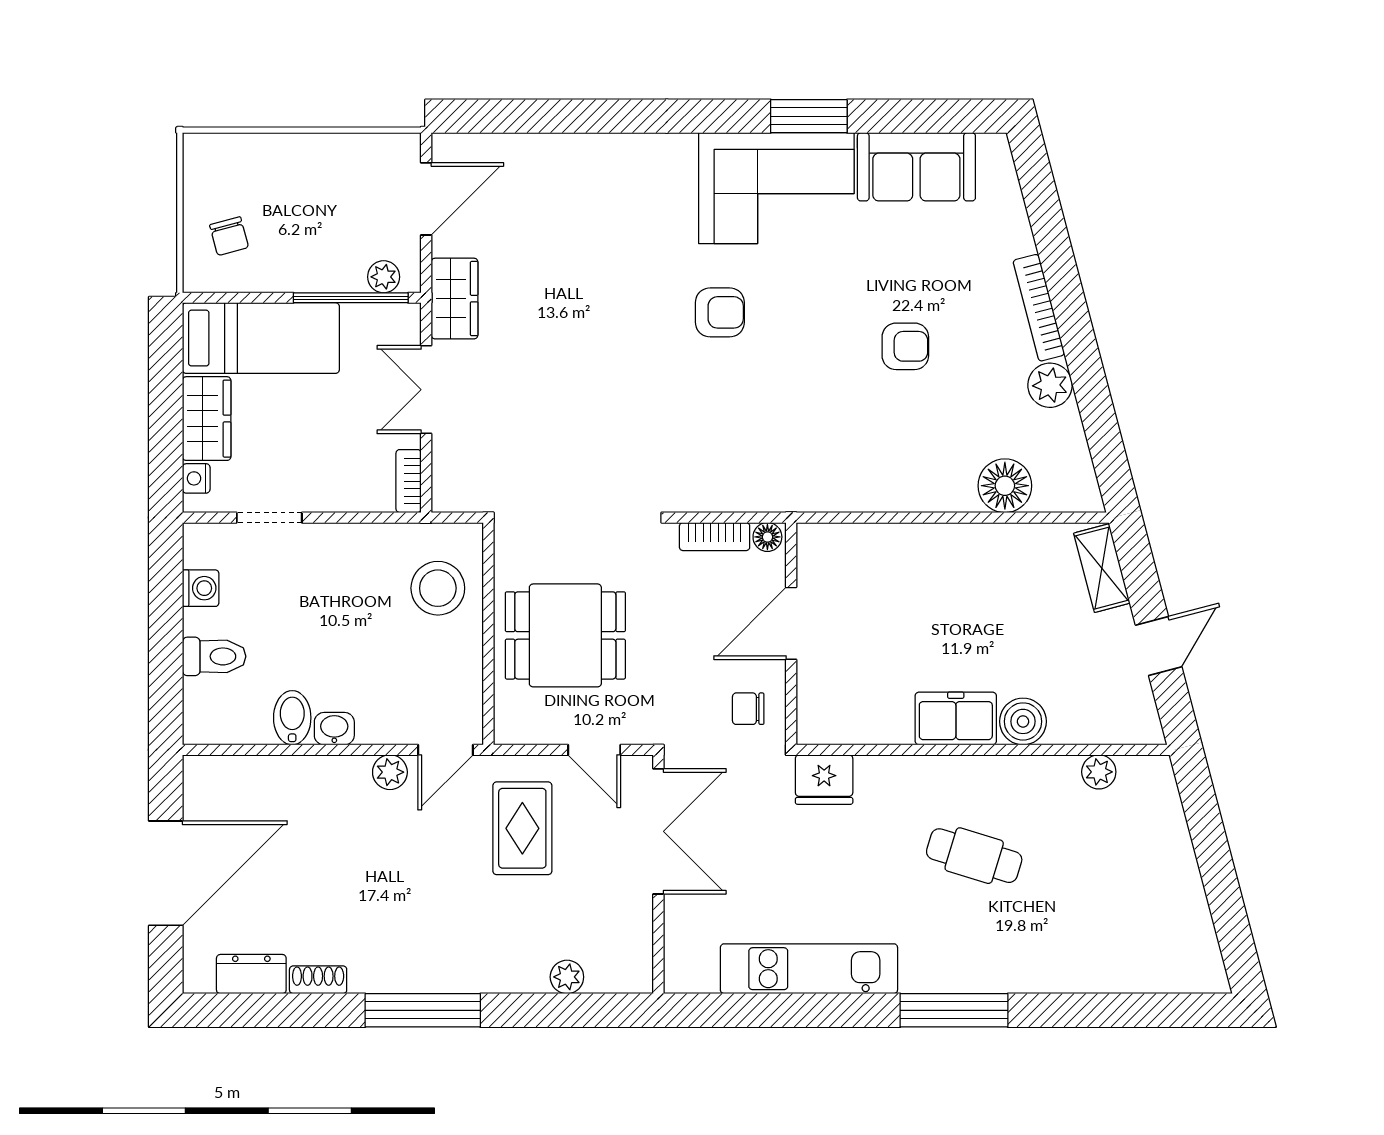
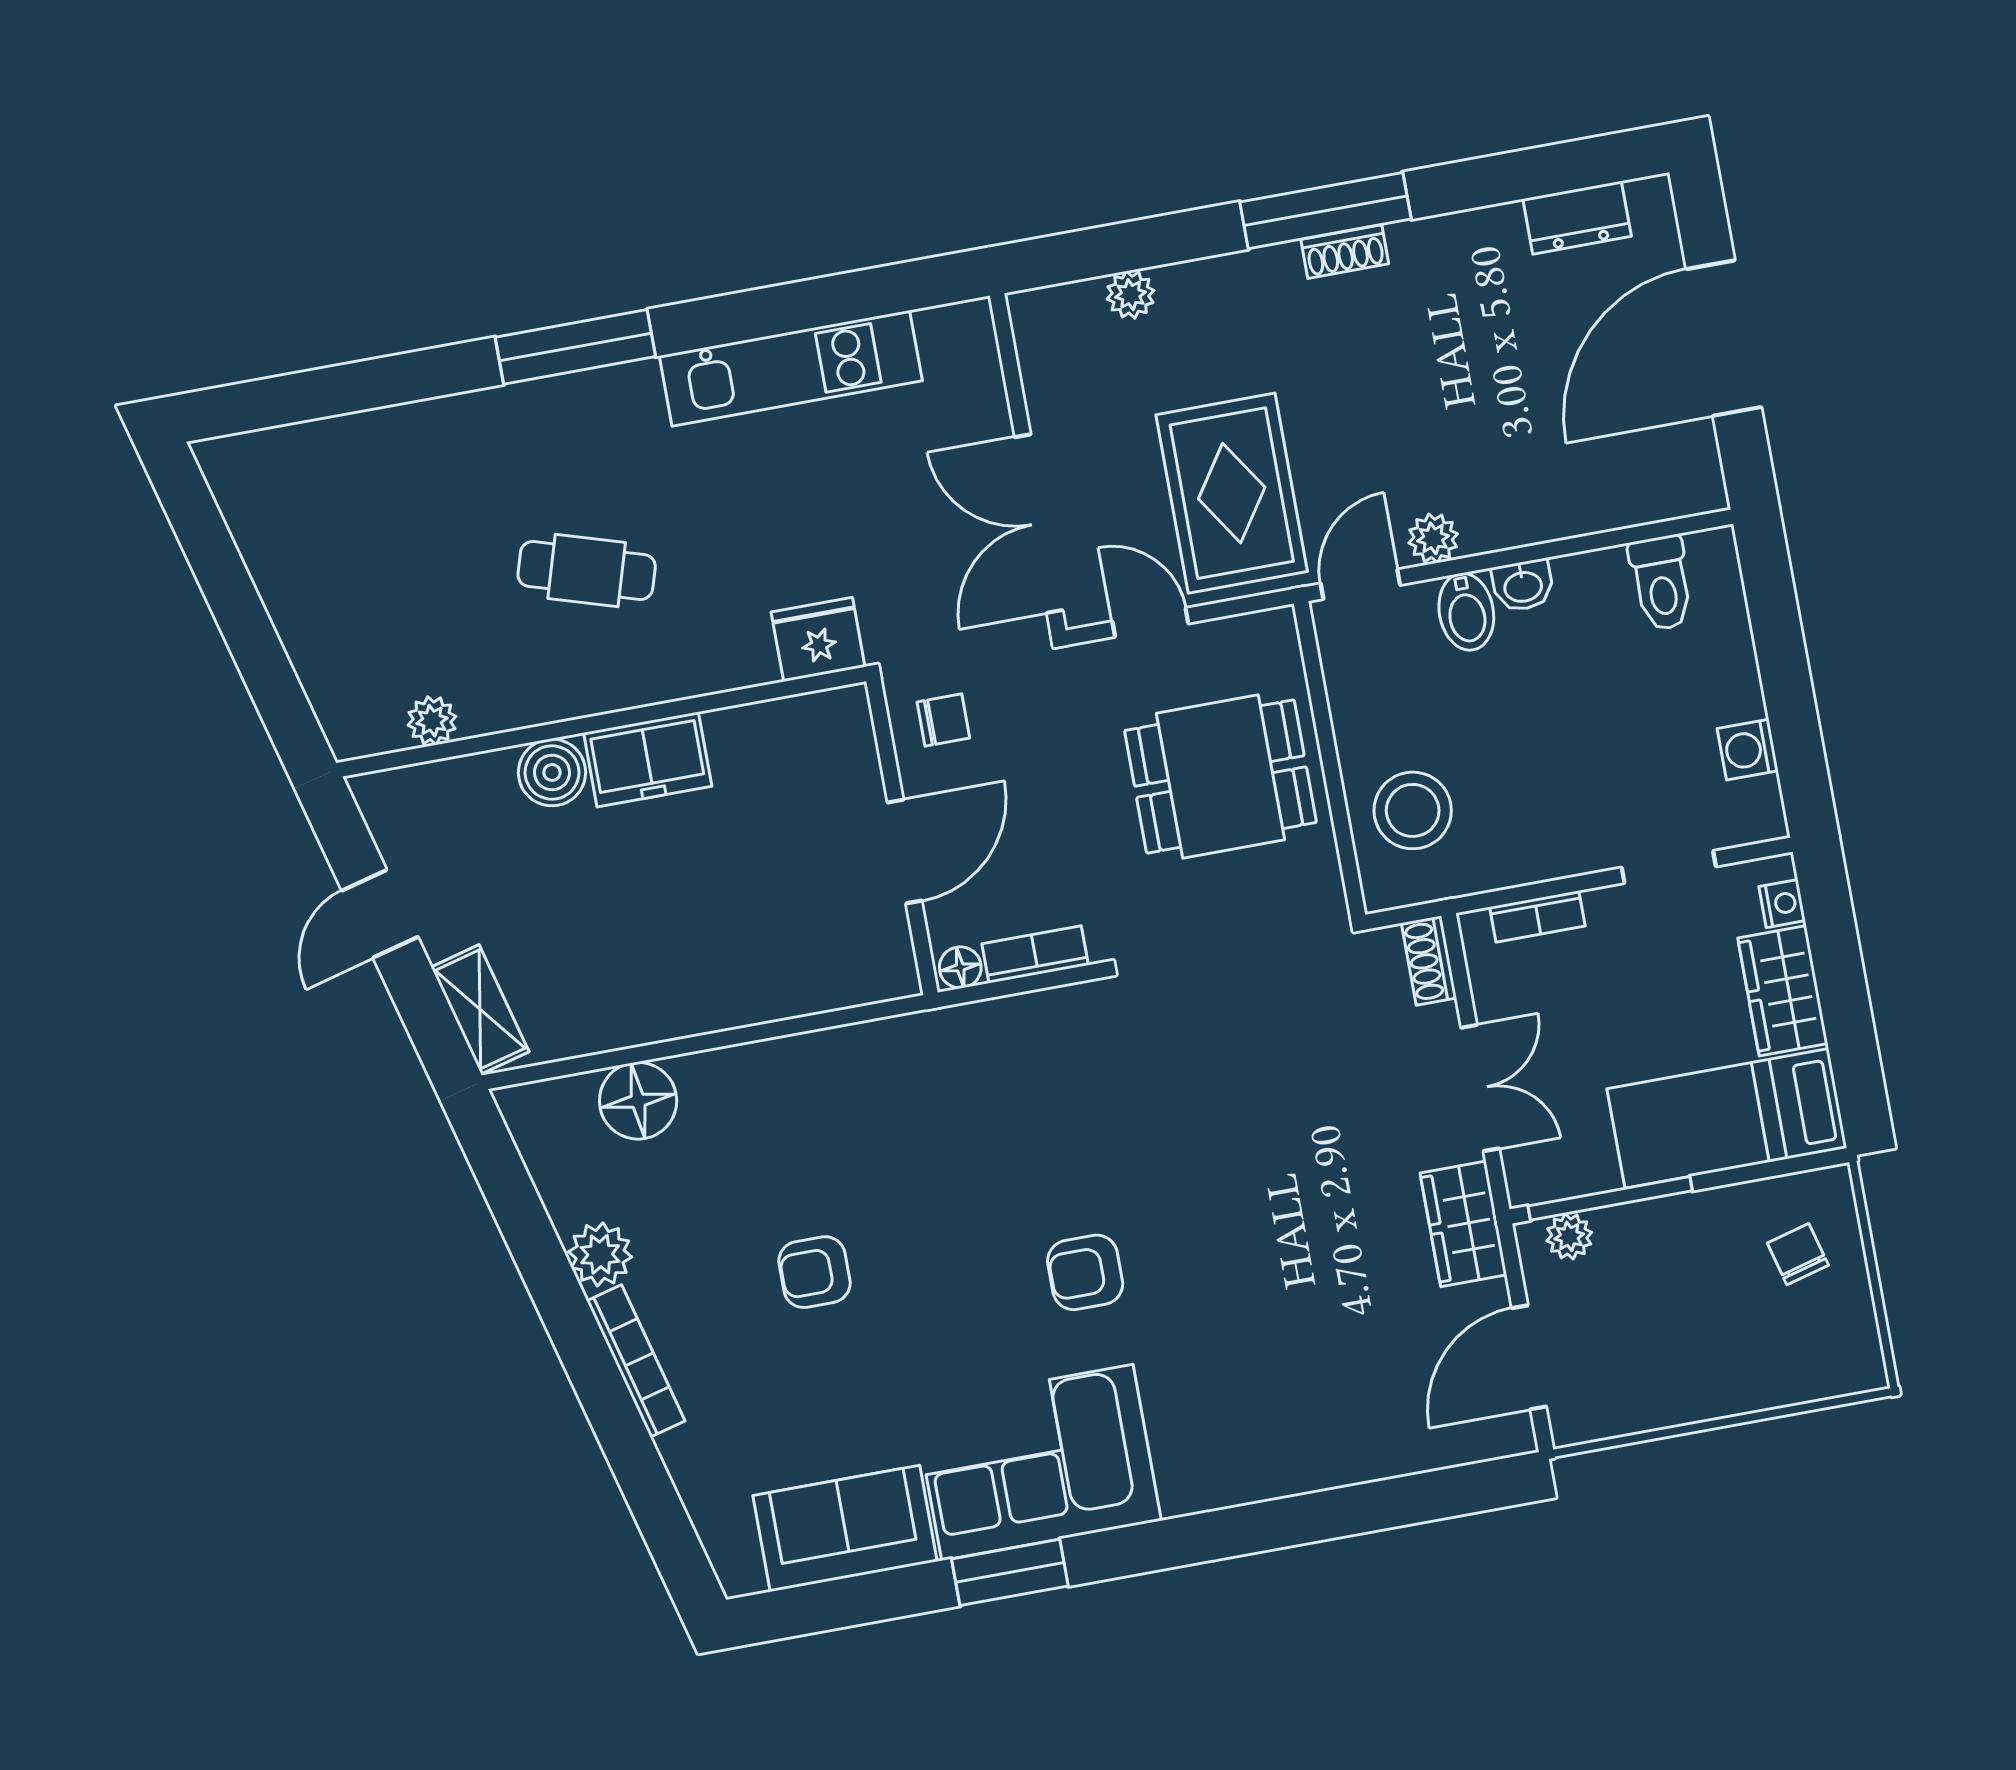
bookcase: (409, 481) -> (1537, 917), moved, turned 90
shoe rack: (445, 483) -> (1429, 961), added
toilet: (214, 656) -> (1661, 583), moved, turned -90
bidet: (292, 718) -> (1466, 612), moved
rug: (522, 828) -> (1232, 493), width x1.36, depth x1.43
shoe rack: (318, 980) -> (1345, 252), moved

